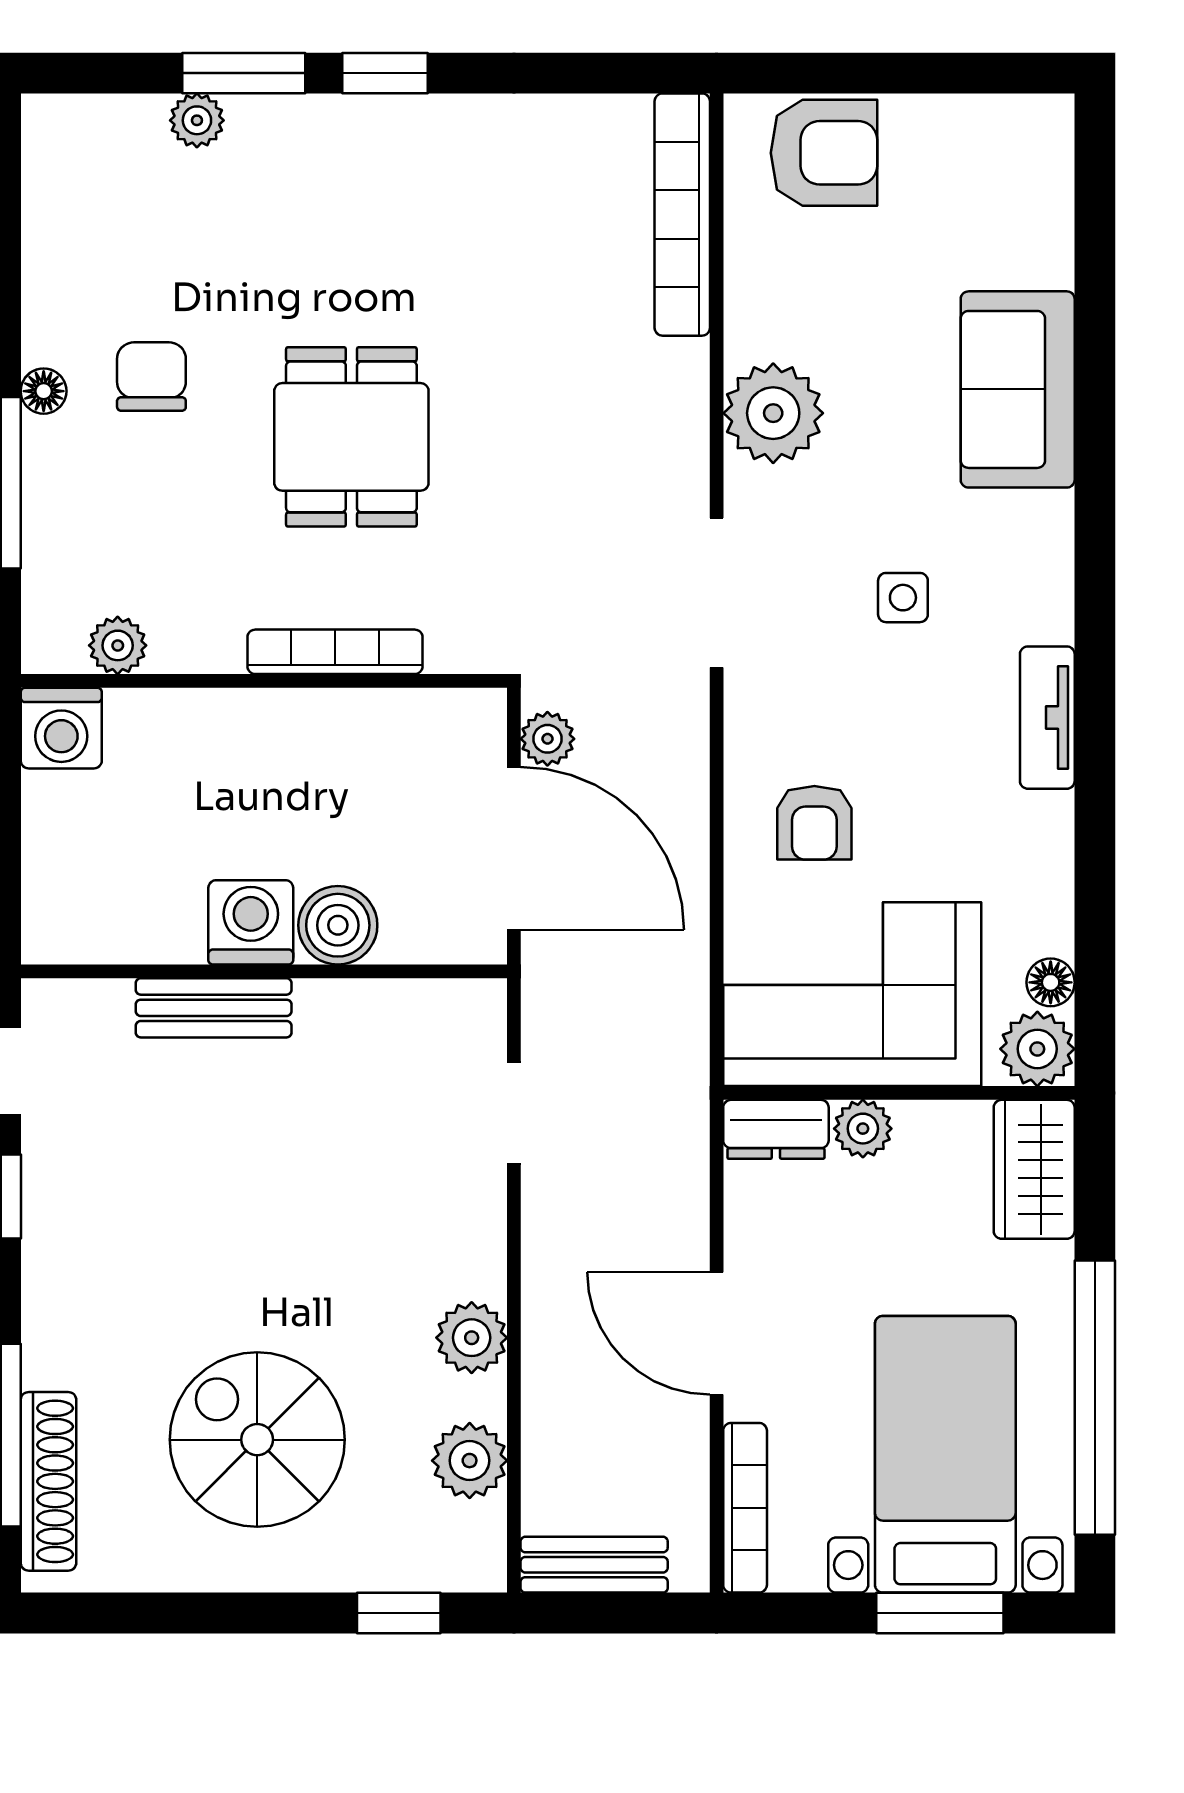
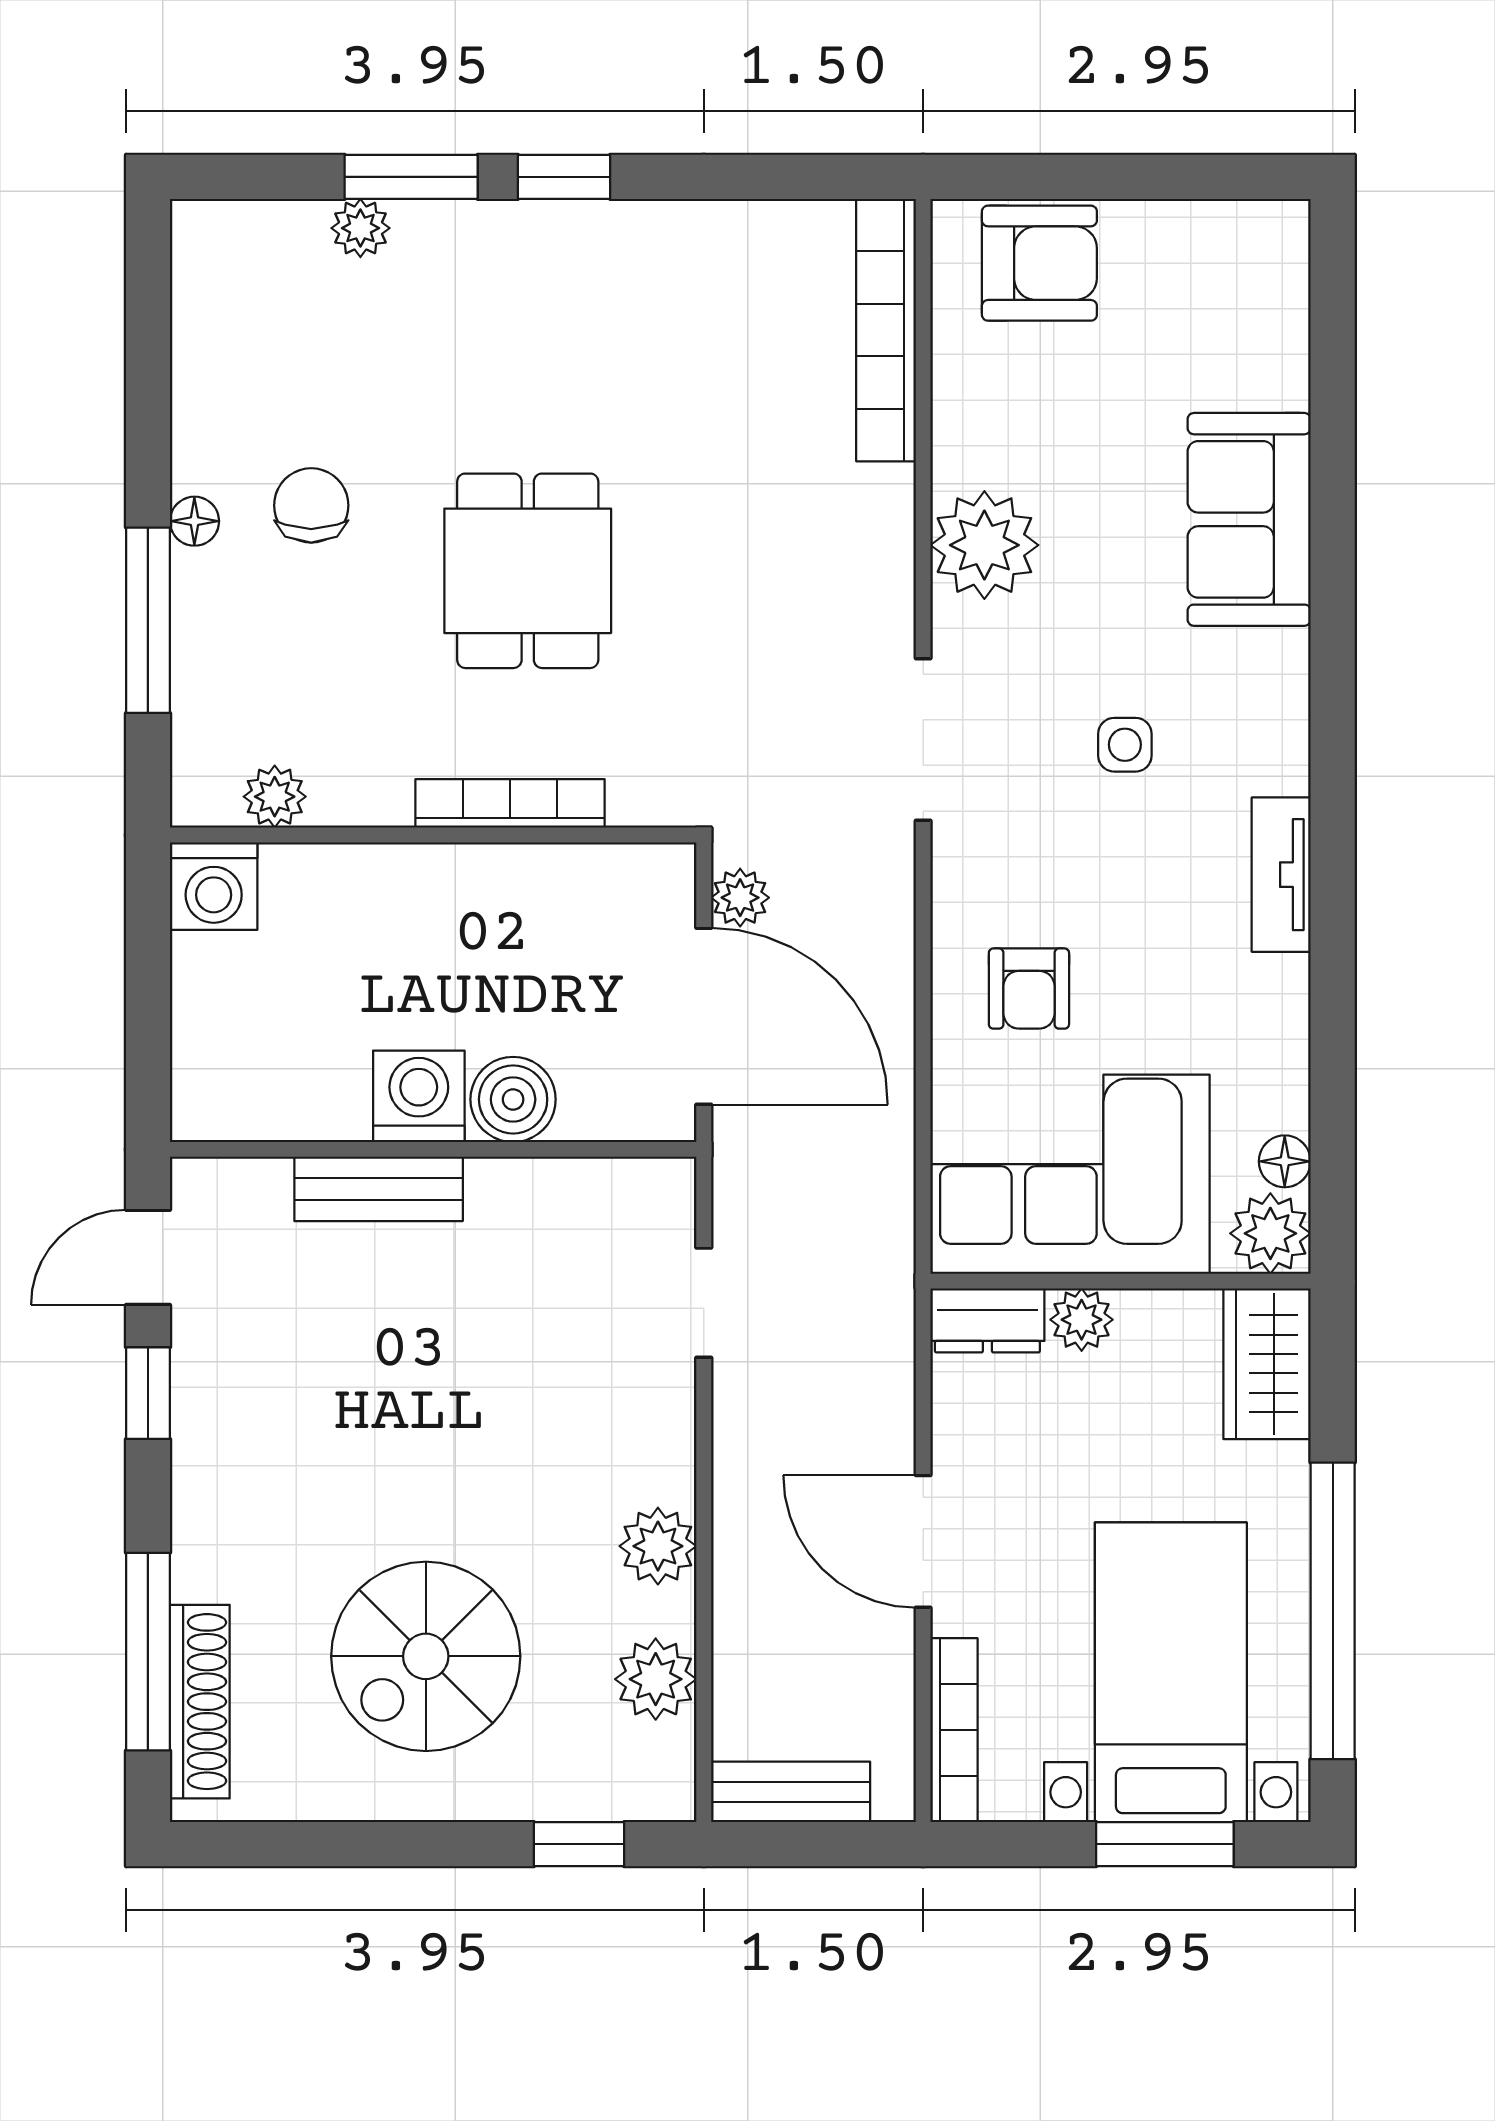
spiral stairs: (257, 1440) -> (426, 1656), turned -90

